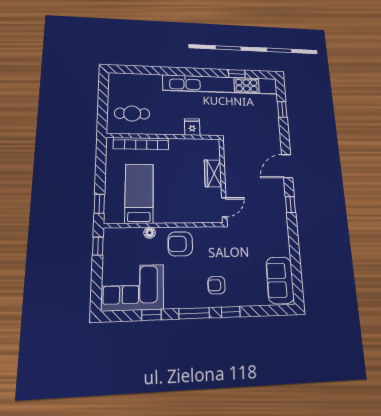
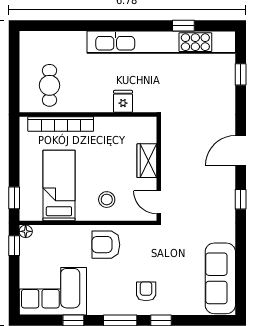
cafe table: (132, 114) -> (49, 85), turned 90
stool: (180, 205) -> (107, 200), added
door: (224, 207) -> (159, 202), swing flipped
floor lamp: (150, 233) -> (26, 231), moved
sofa: (280, 280) -> (220, 278), width x1.36
armchair: (216, 285) -> (146, 291), turned 90

